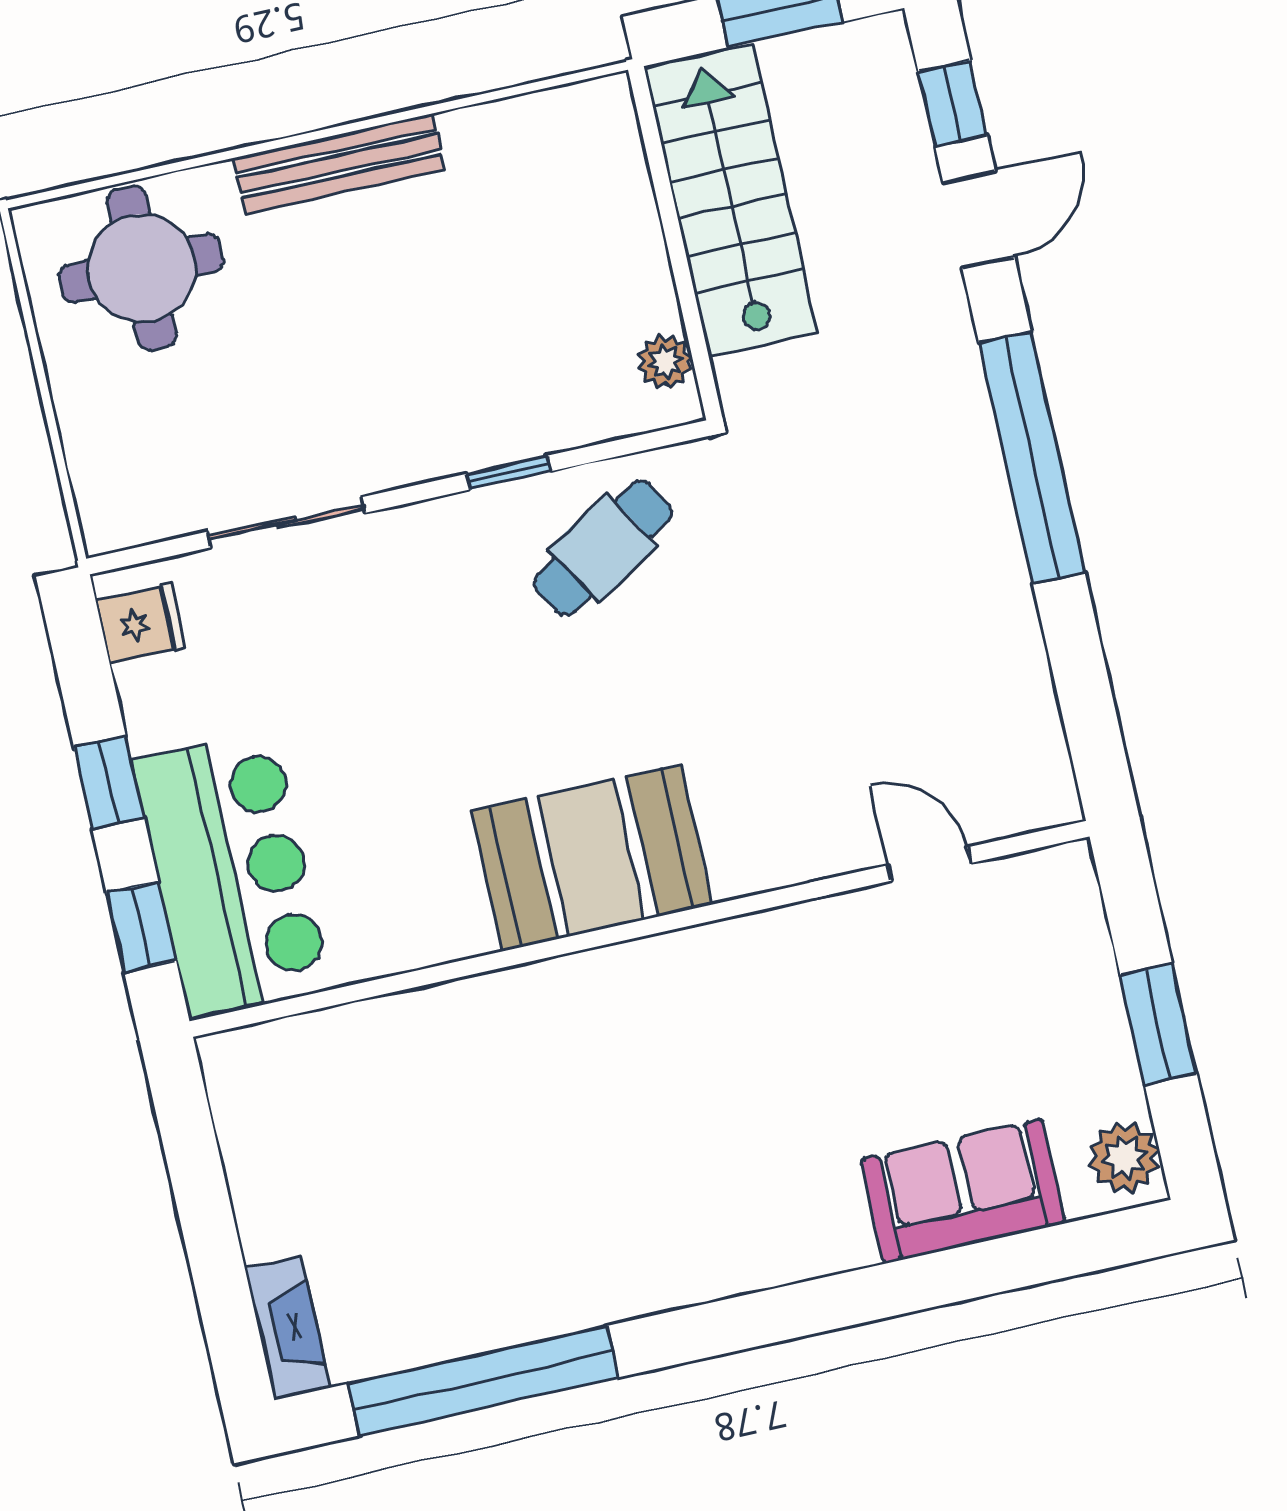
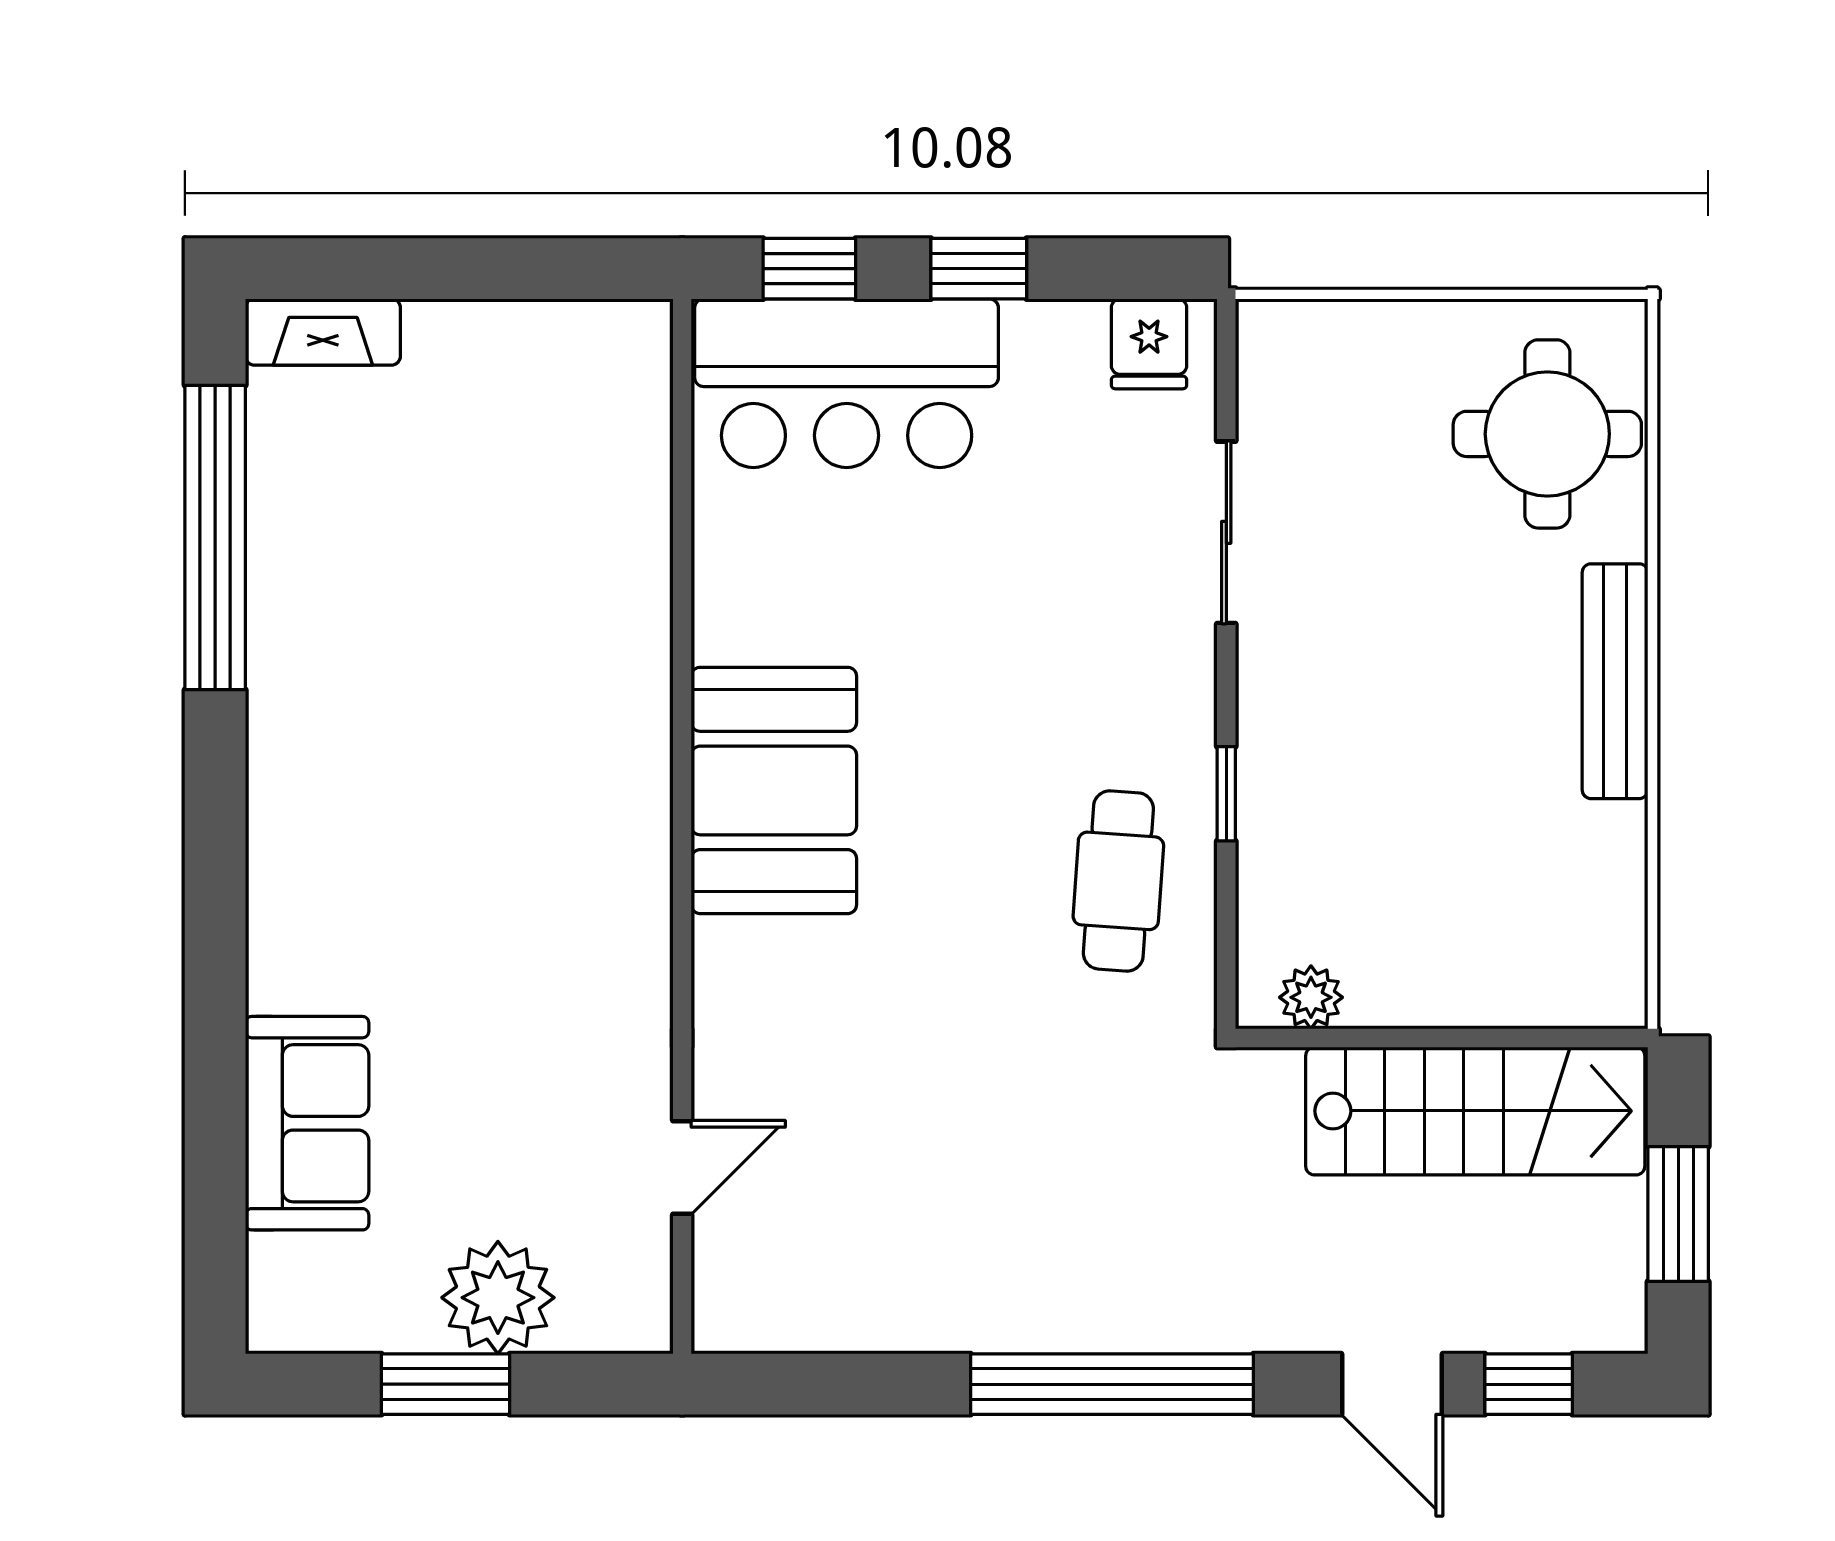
cafe table: (603, 548) -> (1118, 881), turned 35
plant: (1124, 1158) -> (498, 1298), moved, width x1.36, depth x1.36

